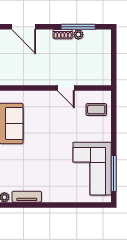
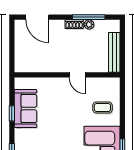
bench: (105, 64) -> (114, 52), added
coffee table: (96, 110) -> (102, 108), moved

